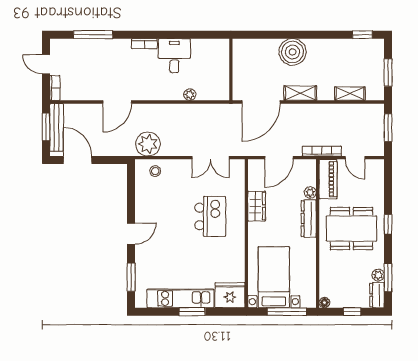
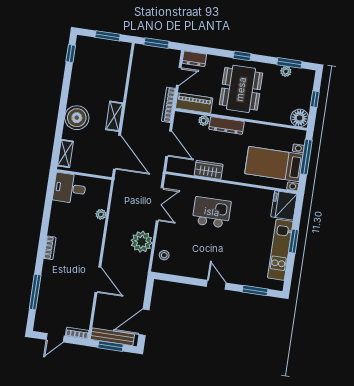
desk: (174, 56) -> (70, 188), moved
shelving: (350, 94) -> (65, 154), moved
plant: (148, 144) -> (142, 242), moved
dresser: (377, 295) -> (194, 59), moved
floor lamp: (324, 303) -> (300, 118), width x1.89, depth x1.89

